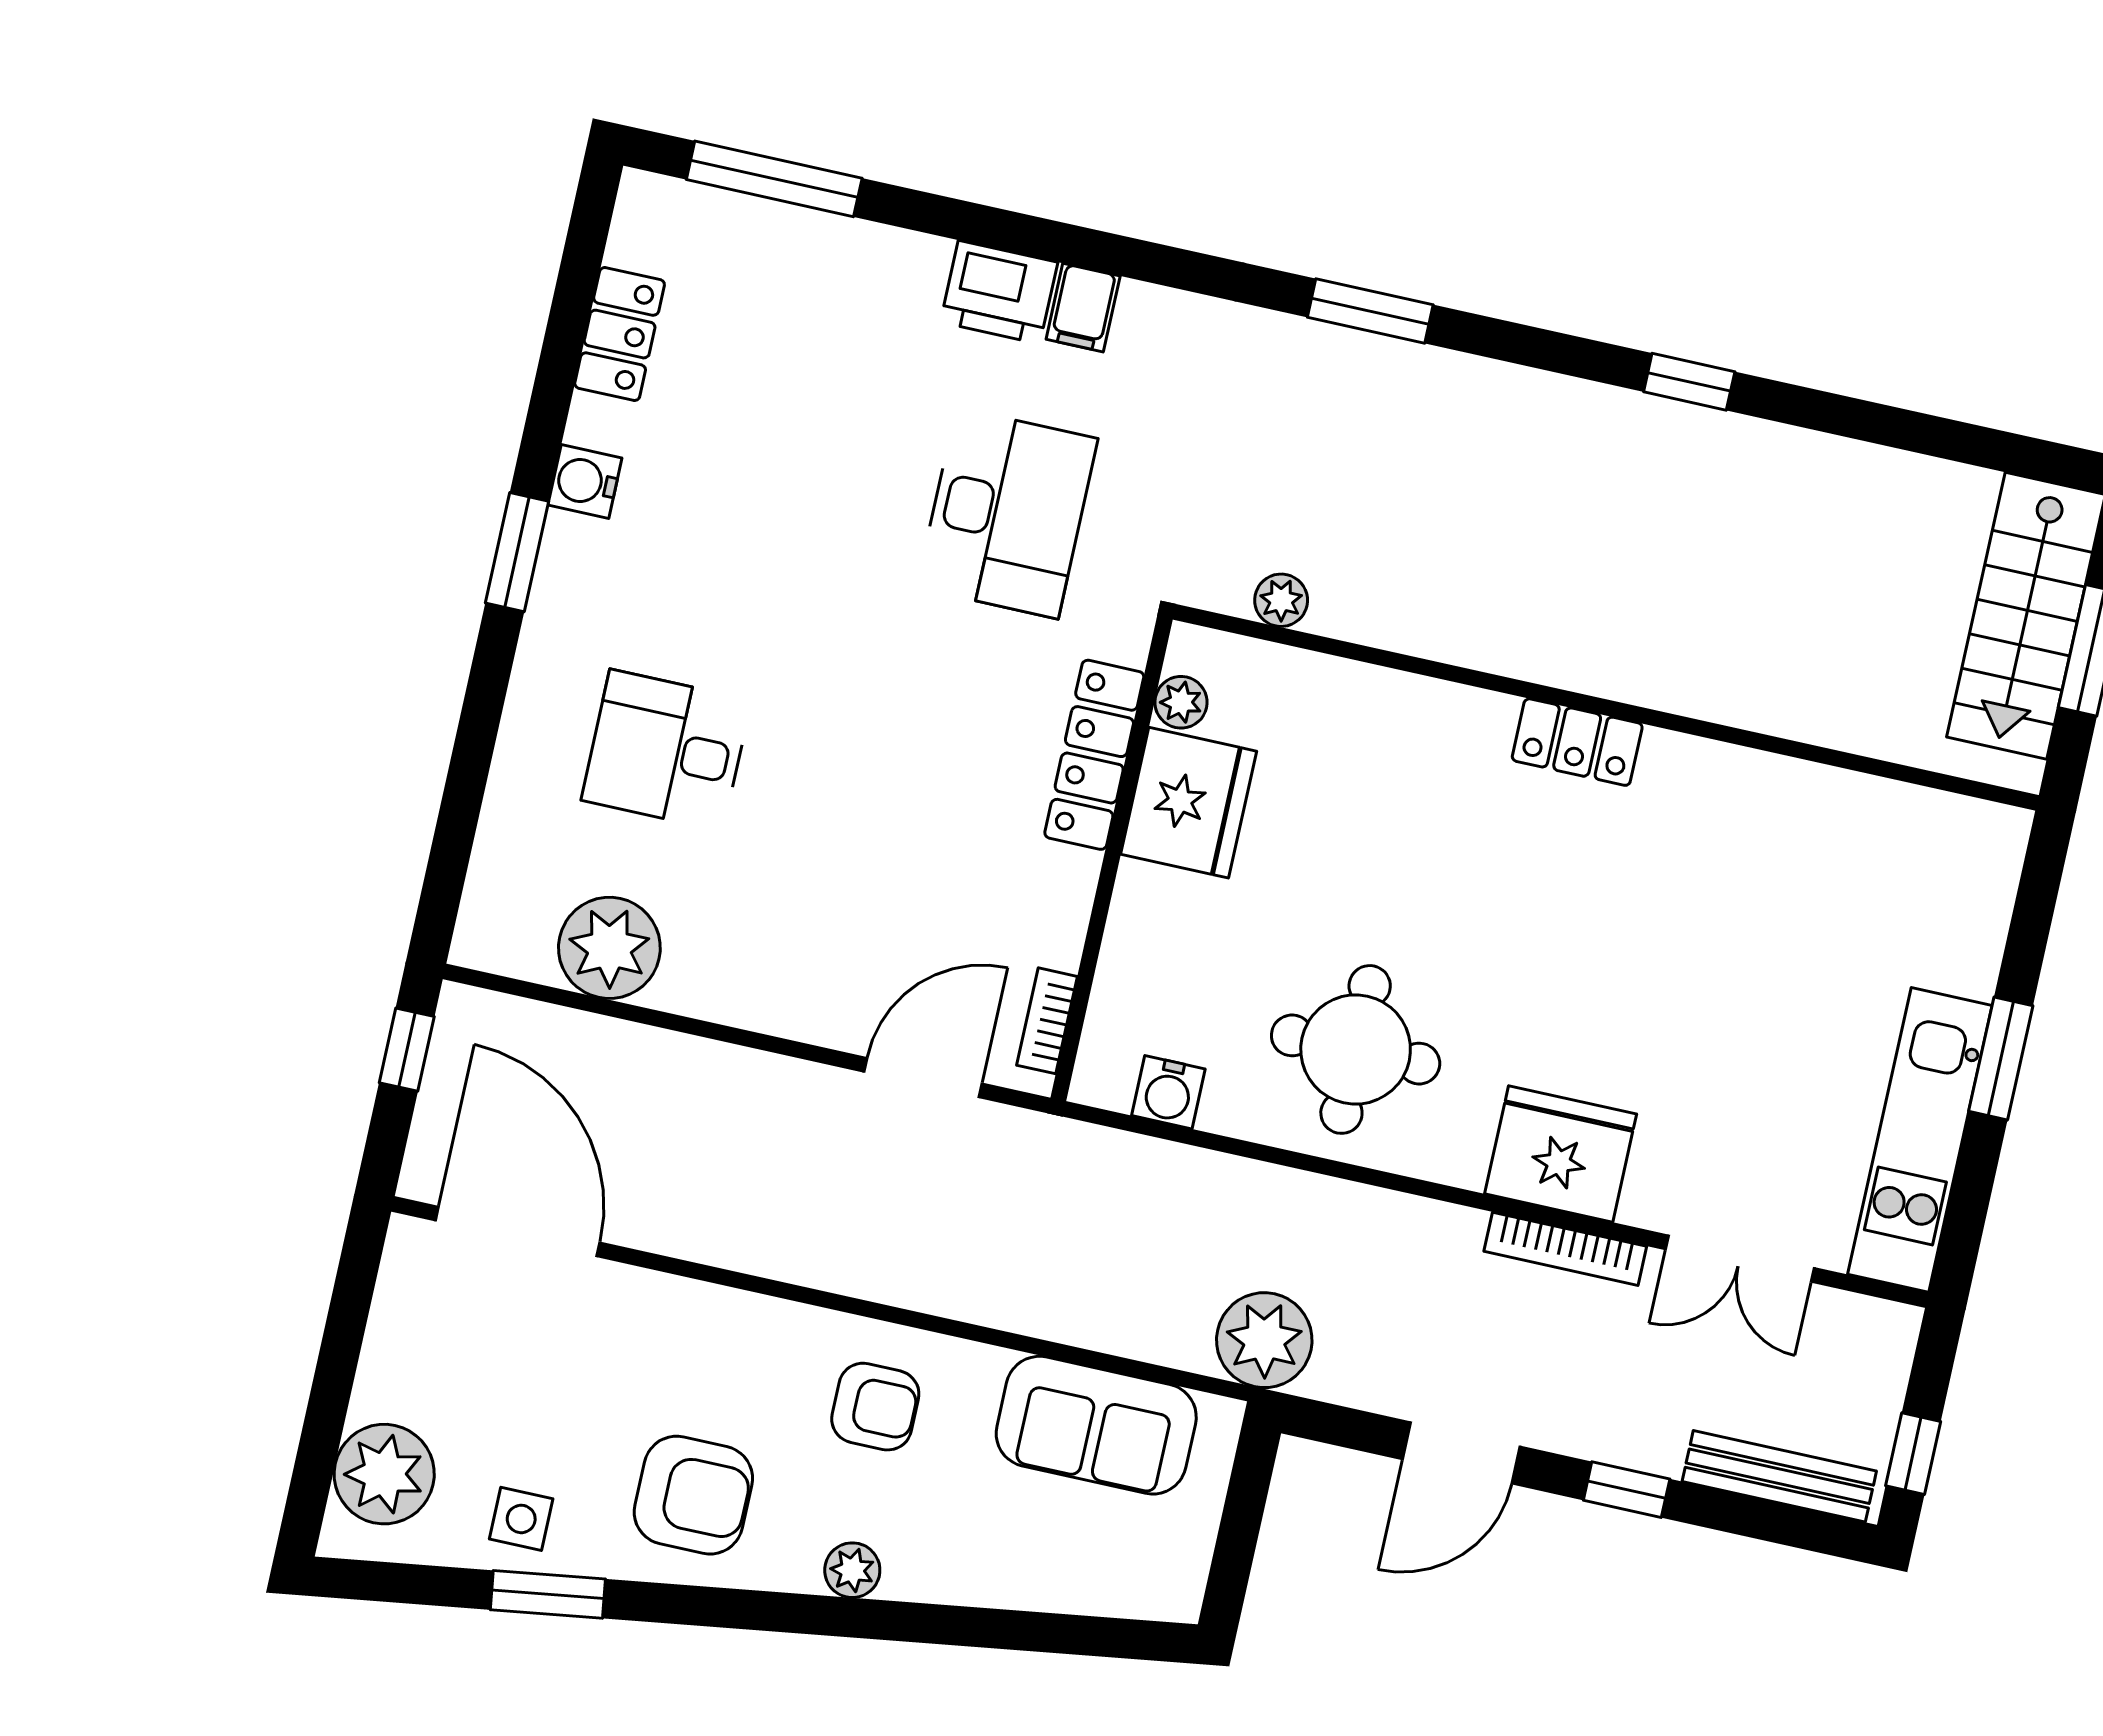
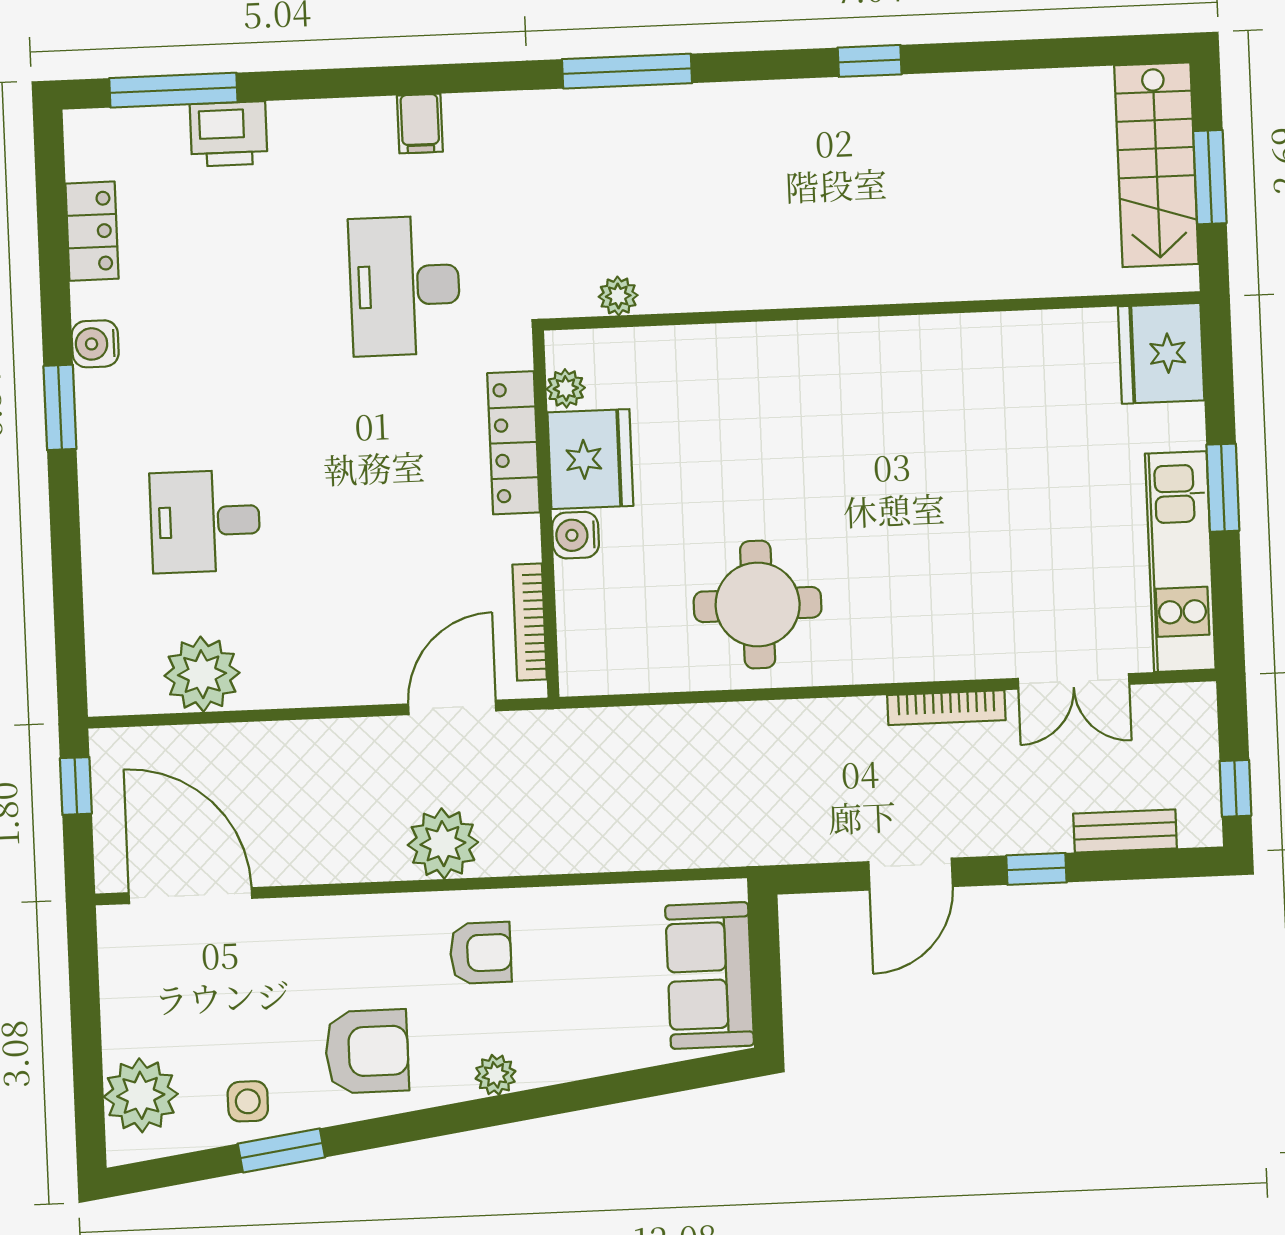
printer: (999, 292) -> (229, 134), moved
window: (1370, 311) -> (627, 71), width x1.44
desk: (1007, 513) -> (405, 286), turned 180
locker: (1577, 742) -> (858, 341), removed
bookcase: (1047, 1021) -> (530, 622), width x1.56
water cooler: (1168, 1092) -> (576, 535), moved, turned 90
fridge: (1561, 1154) -> (1161, 353), moved, turned -90
plant: (1264, 1340) -> (443, 844), moved
sofa: (1096, 1425) -> (710, 975), moved, turned 90
bench: (1779, 1476) -> (1125, 831), width x0.73

